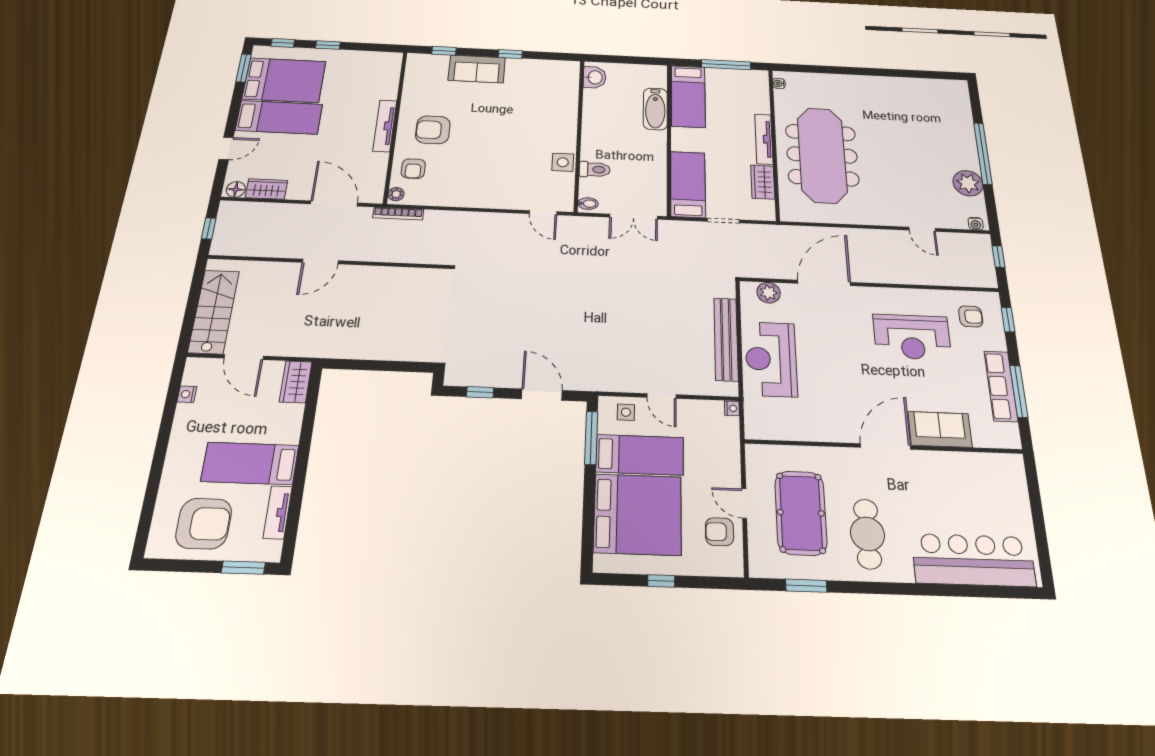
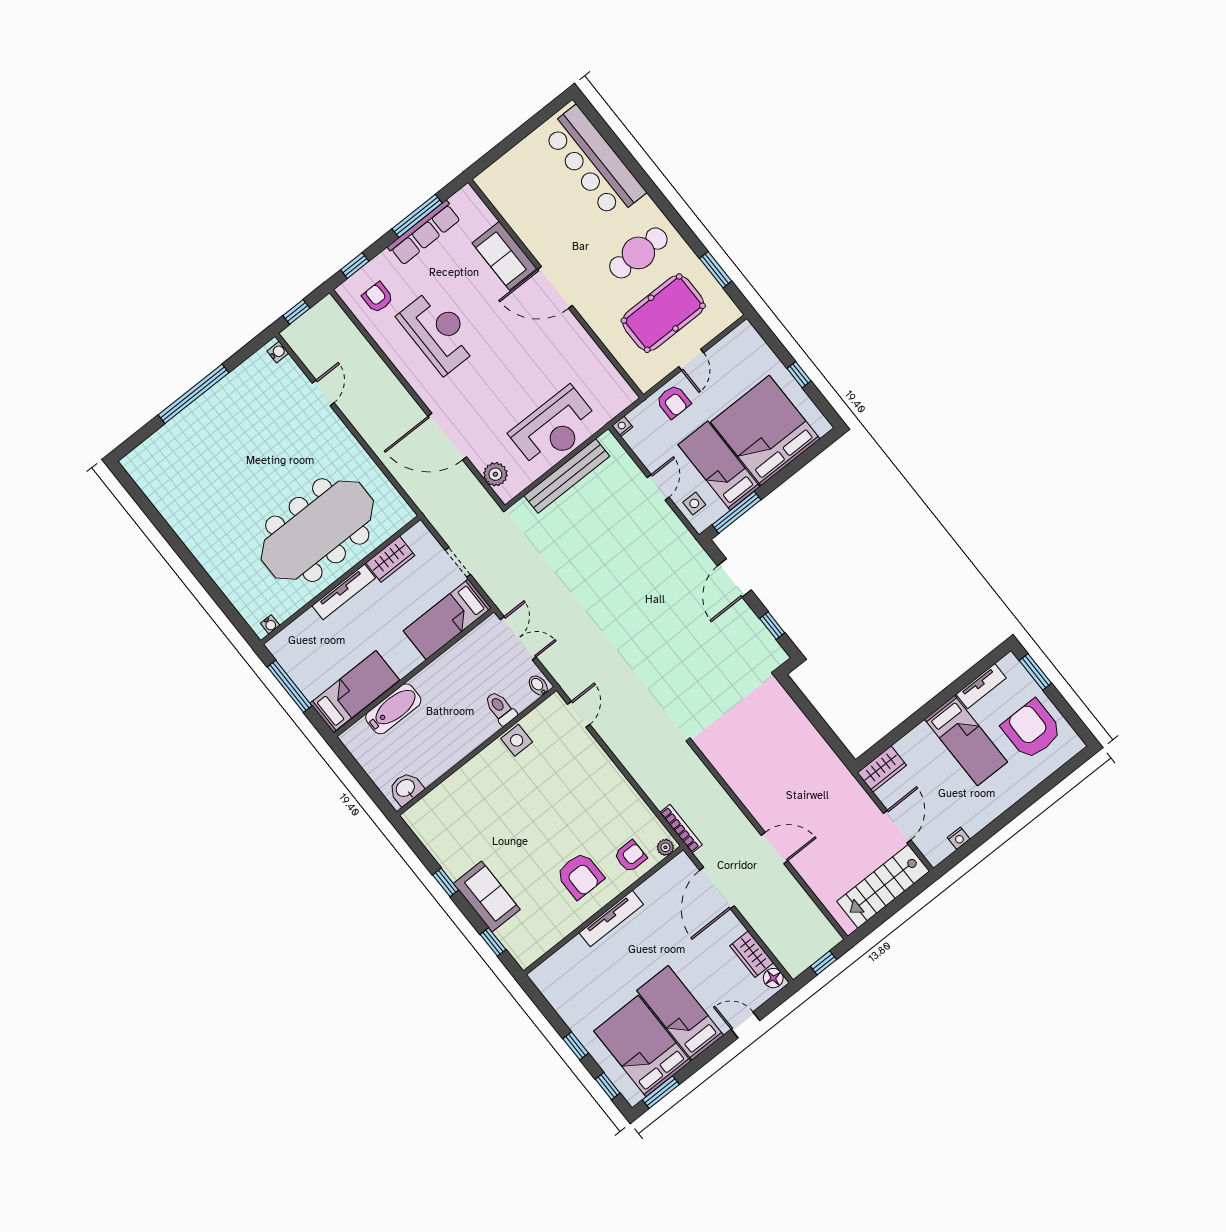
plant: (968, 183) -> (239, 386), removed
armchair: (719, 532) -> (673, 402), moved

